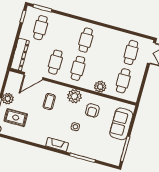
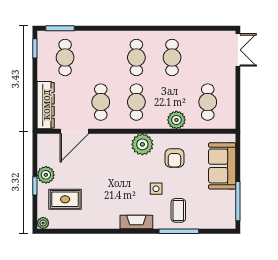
cafe table: (131, 53) -> (172, 57), moved
coffee table: (49, 102) -> (178, 210), moved

